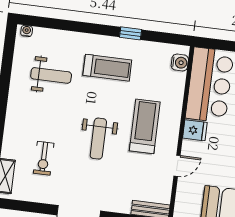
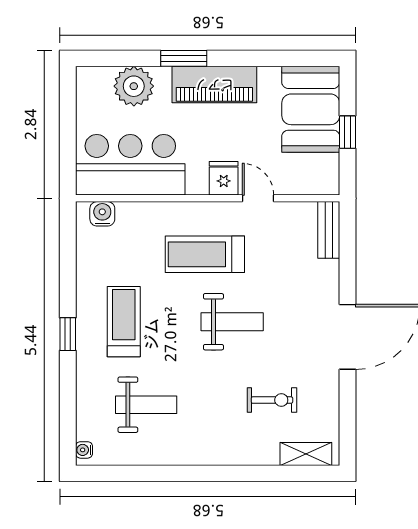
window: (131, 33) -> (68, 334), moved
weight bench: (51, 75) -> (146, 405), turned 90
fridge: (195, 130) -> (224, 178), moved

